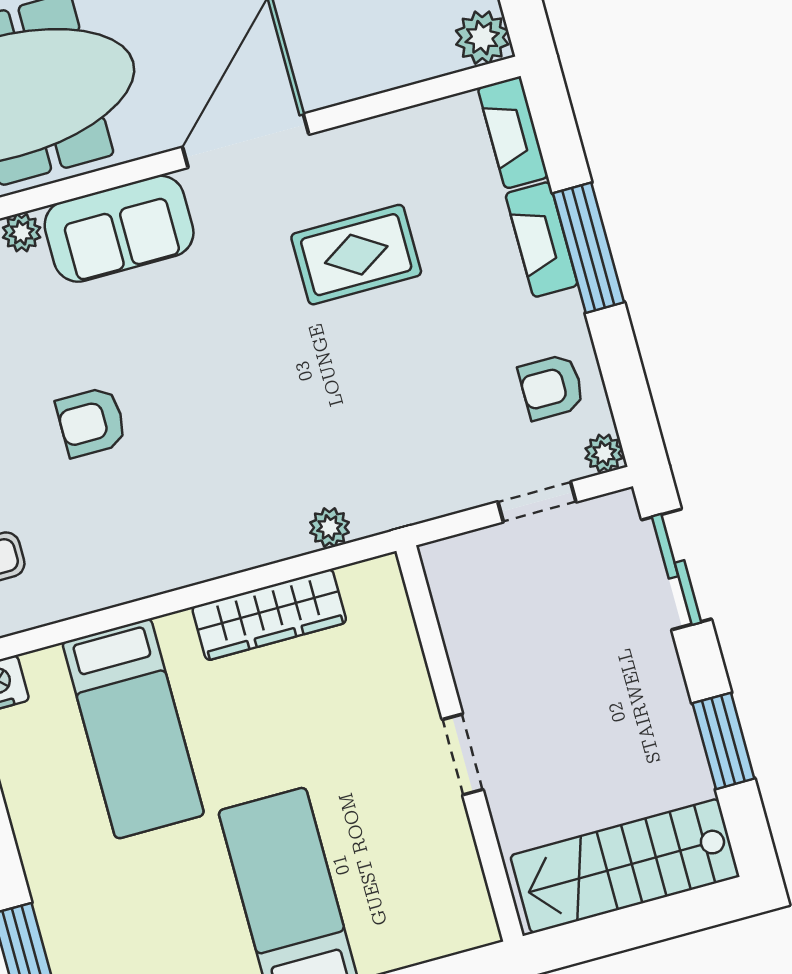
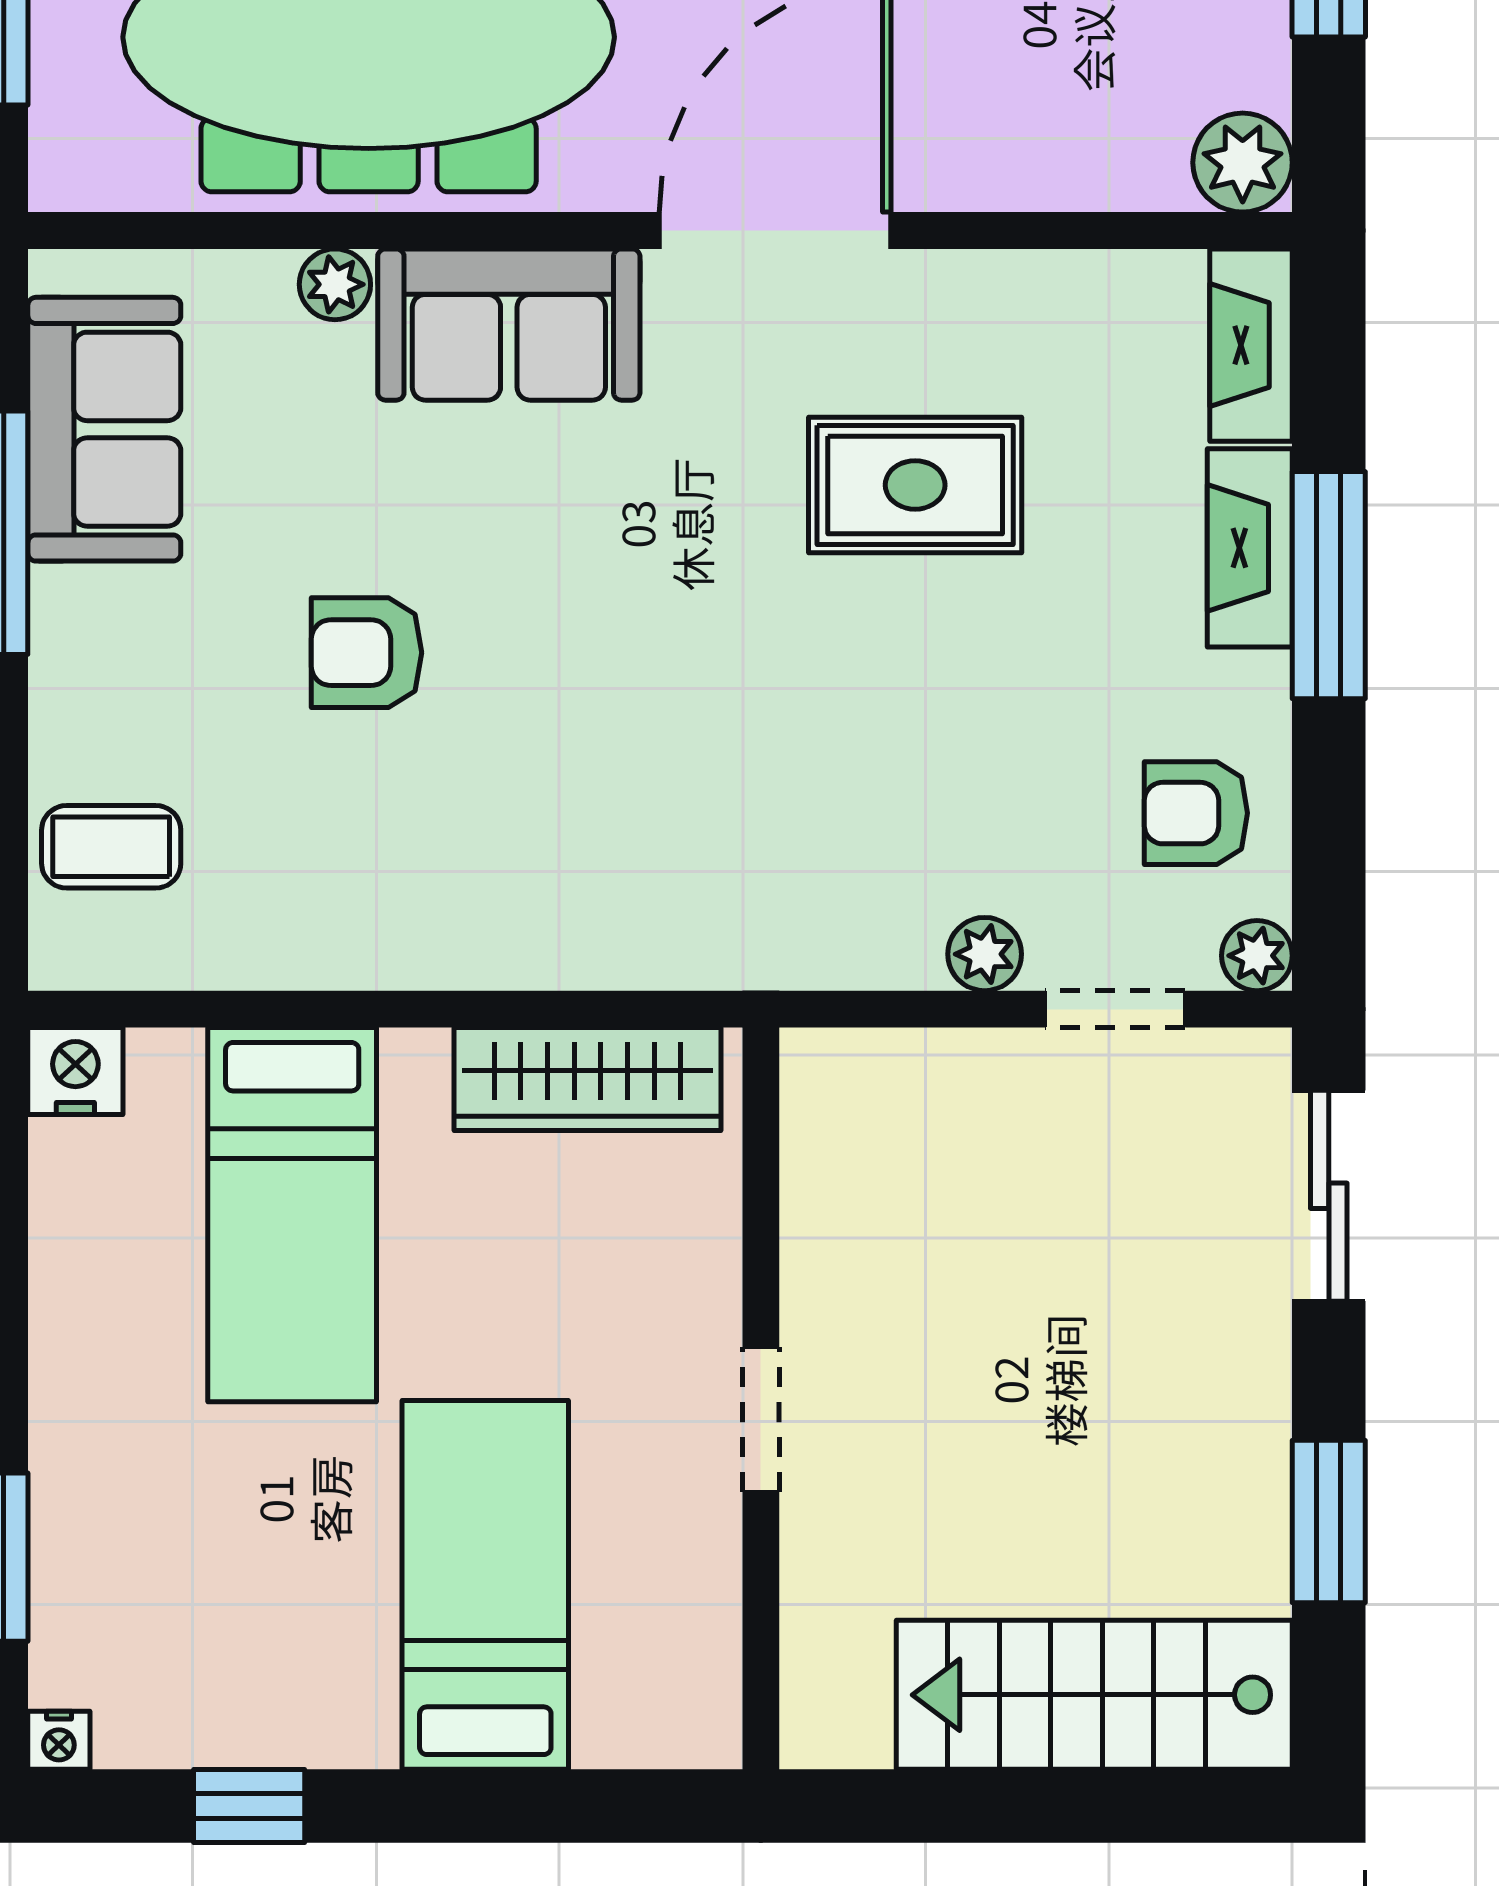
plant: (329, 527) -> (985, 954), moved
wall: (460, 743) -> (761, 1398), moved
doorway: (463, 755) -> (761, 1419), moved

